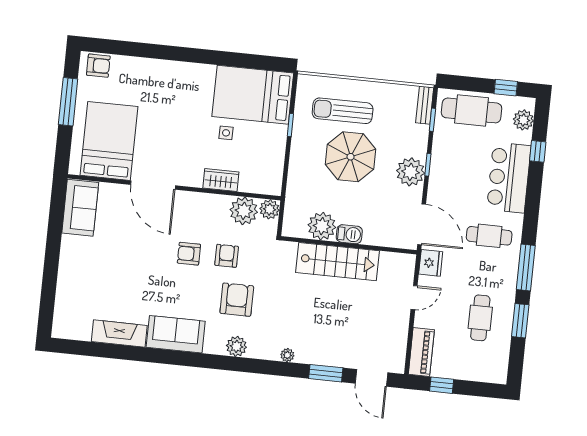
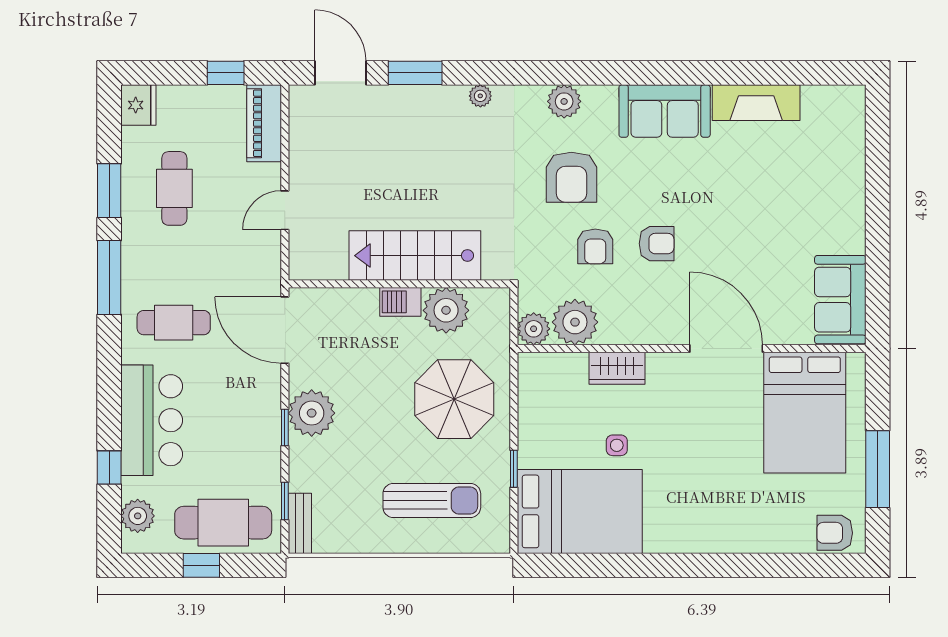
window: (506, 88) -> (201, 565), moved
parasol: (351, 157) -> (454, 399), moved
fridge: (431, 263) -> (138, 105), moved, turned 180

